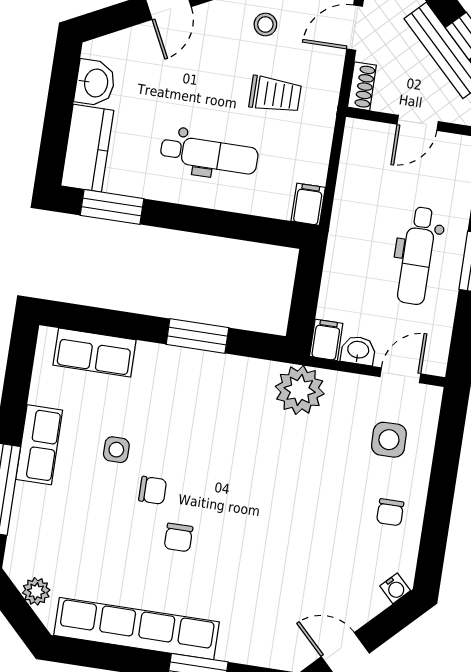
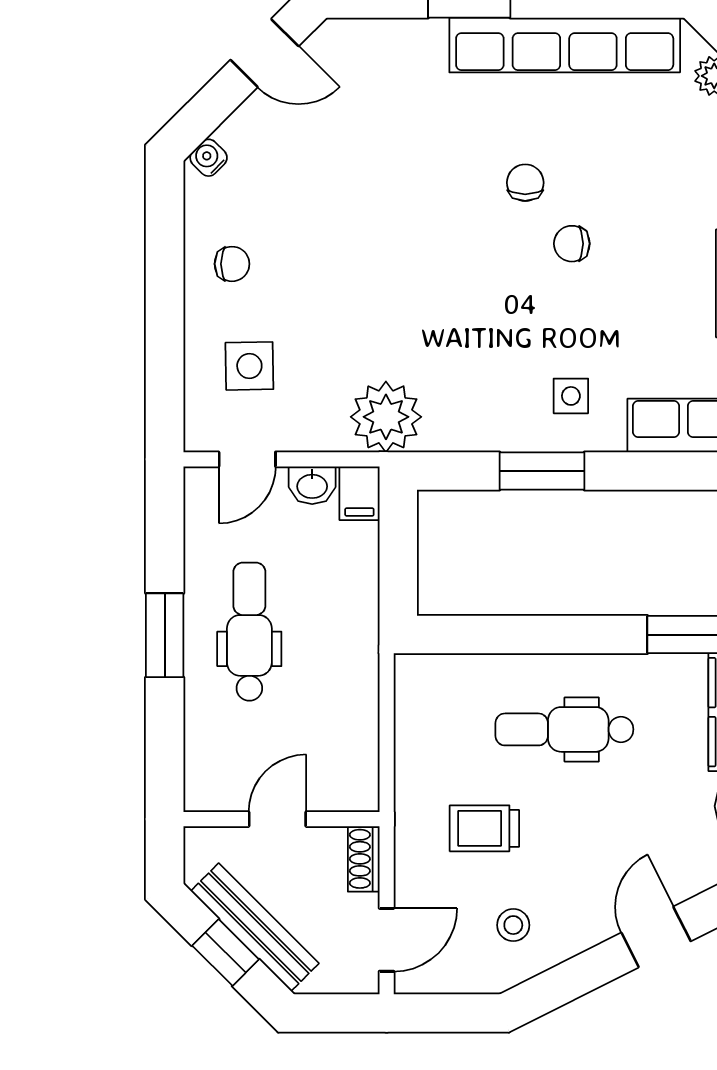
filing cabinet: (308, 204) -> (414, 681), removed
side table: (116, 450) -> (571, 396), moved
chair: (390, 512) -> (232, 264), turned 90

